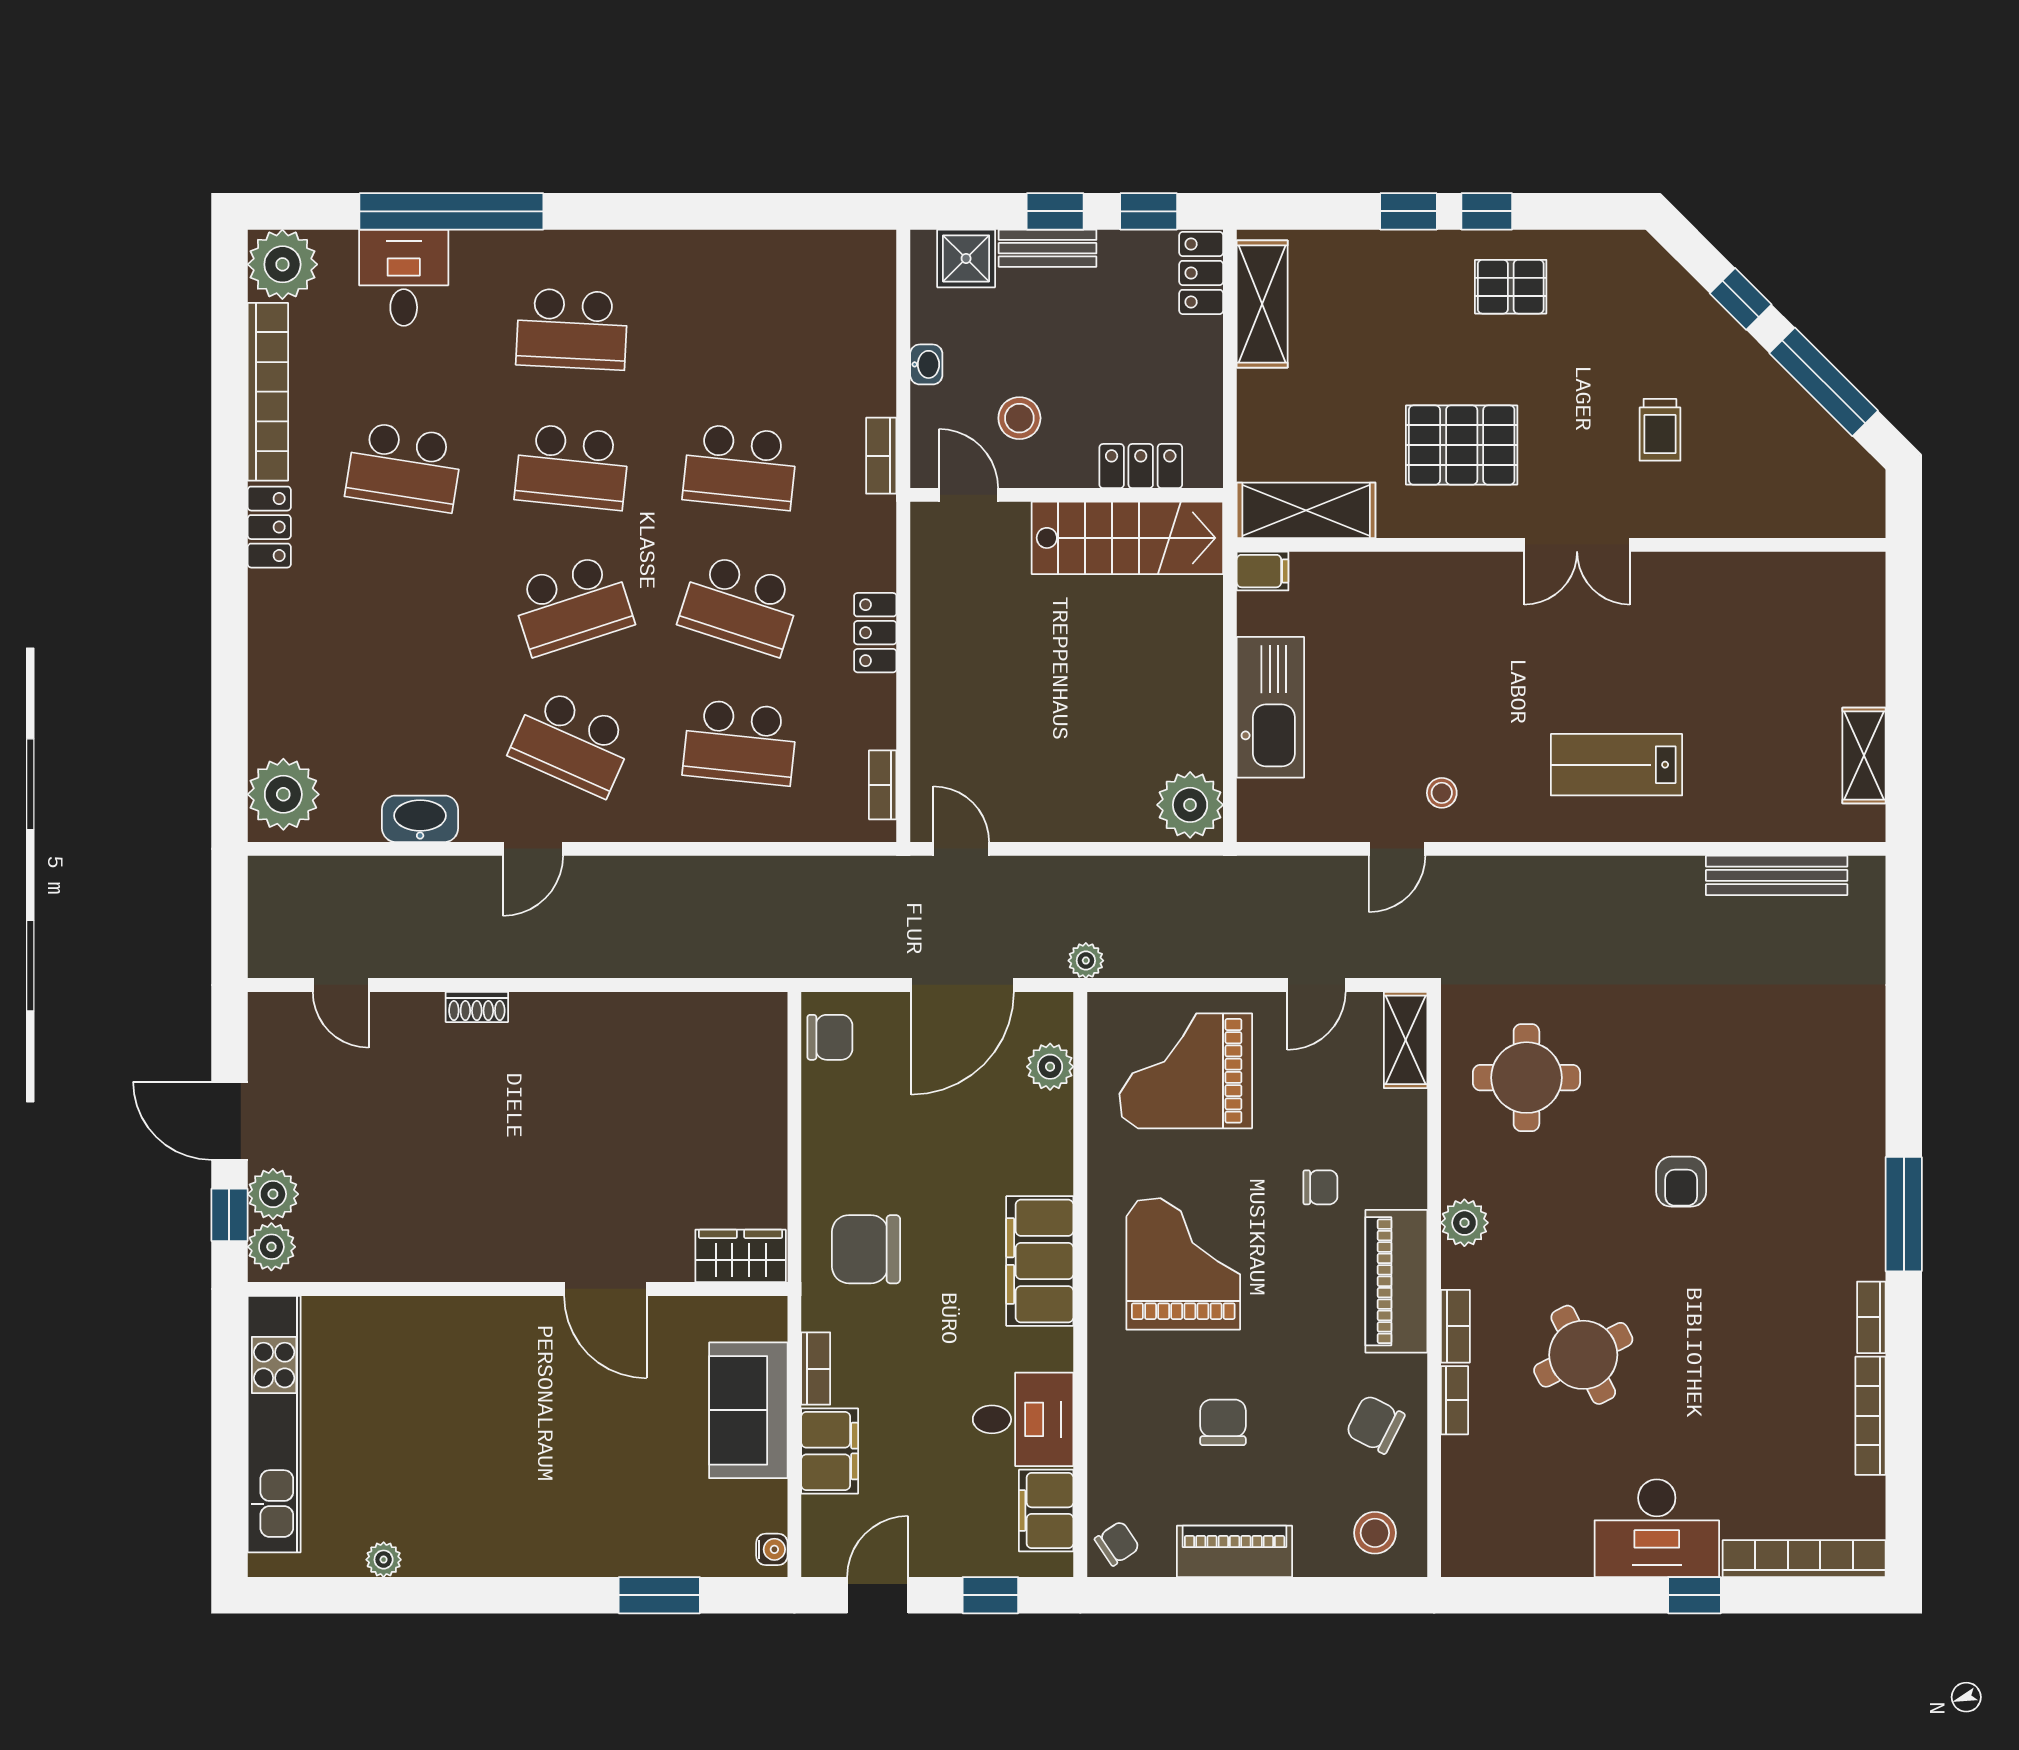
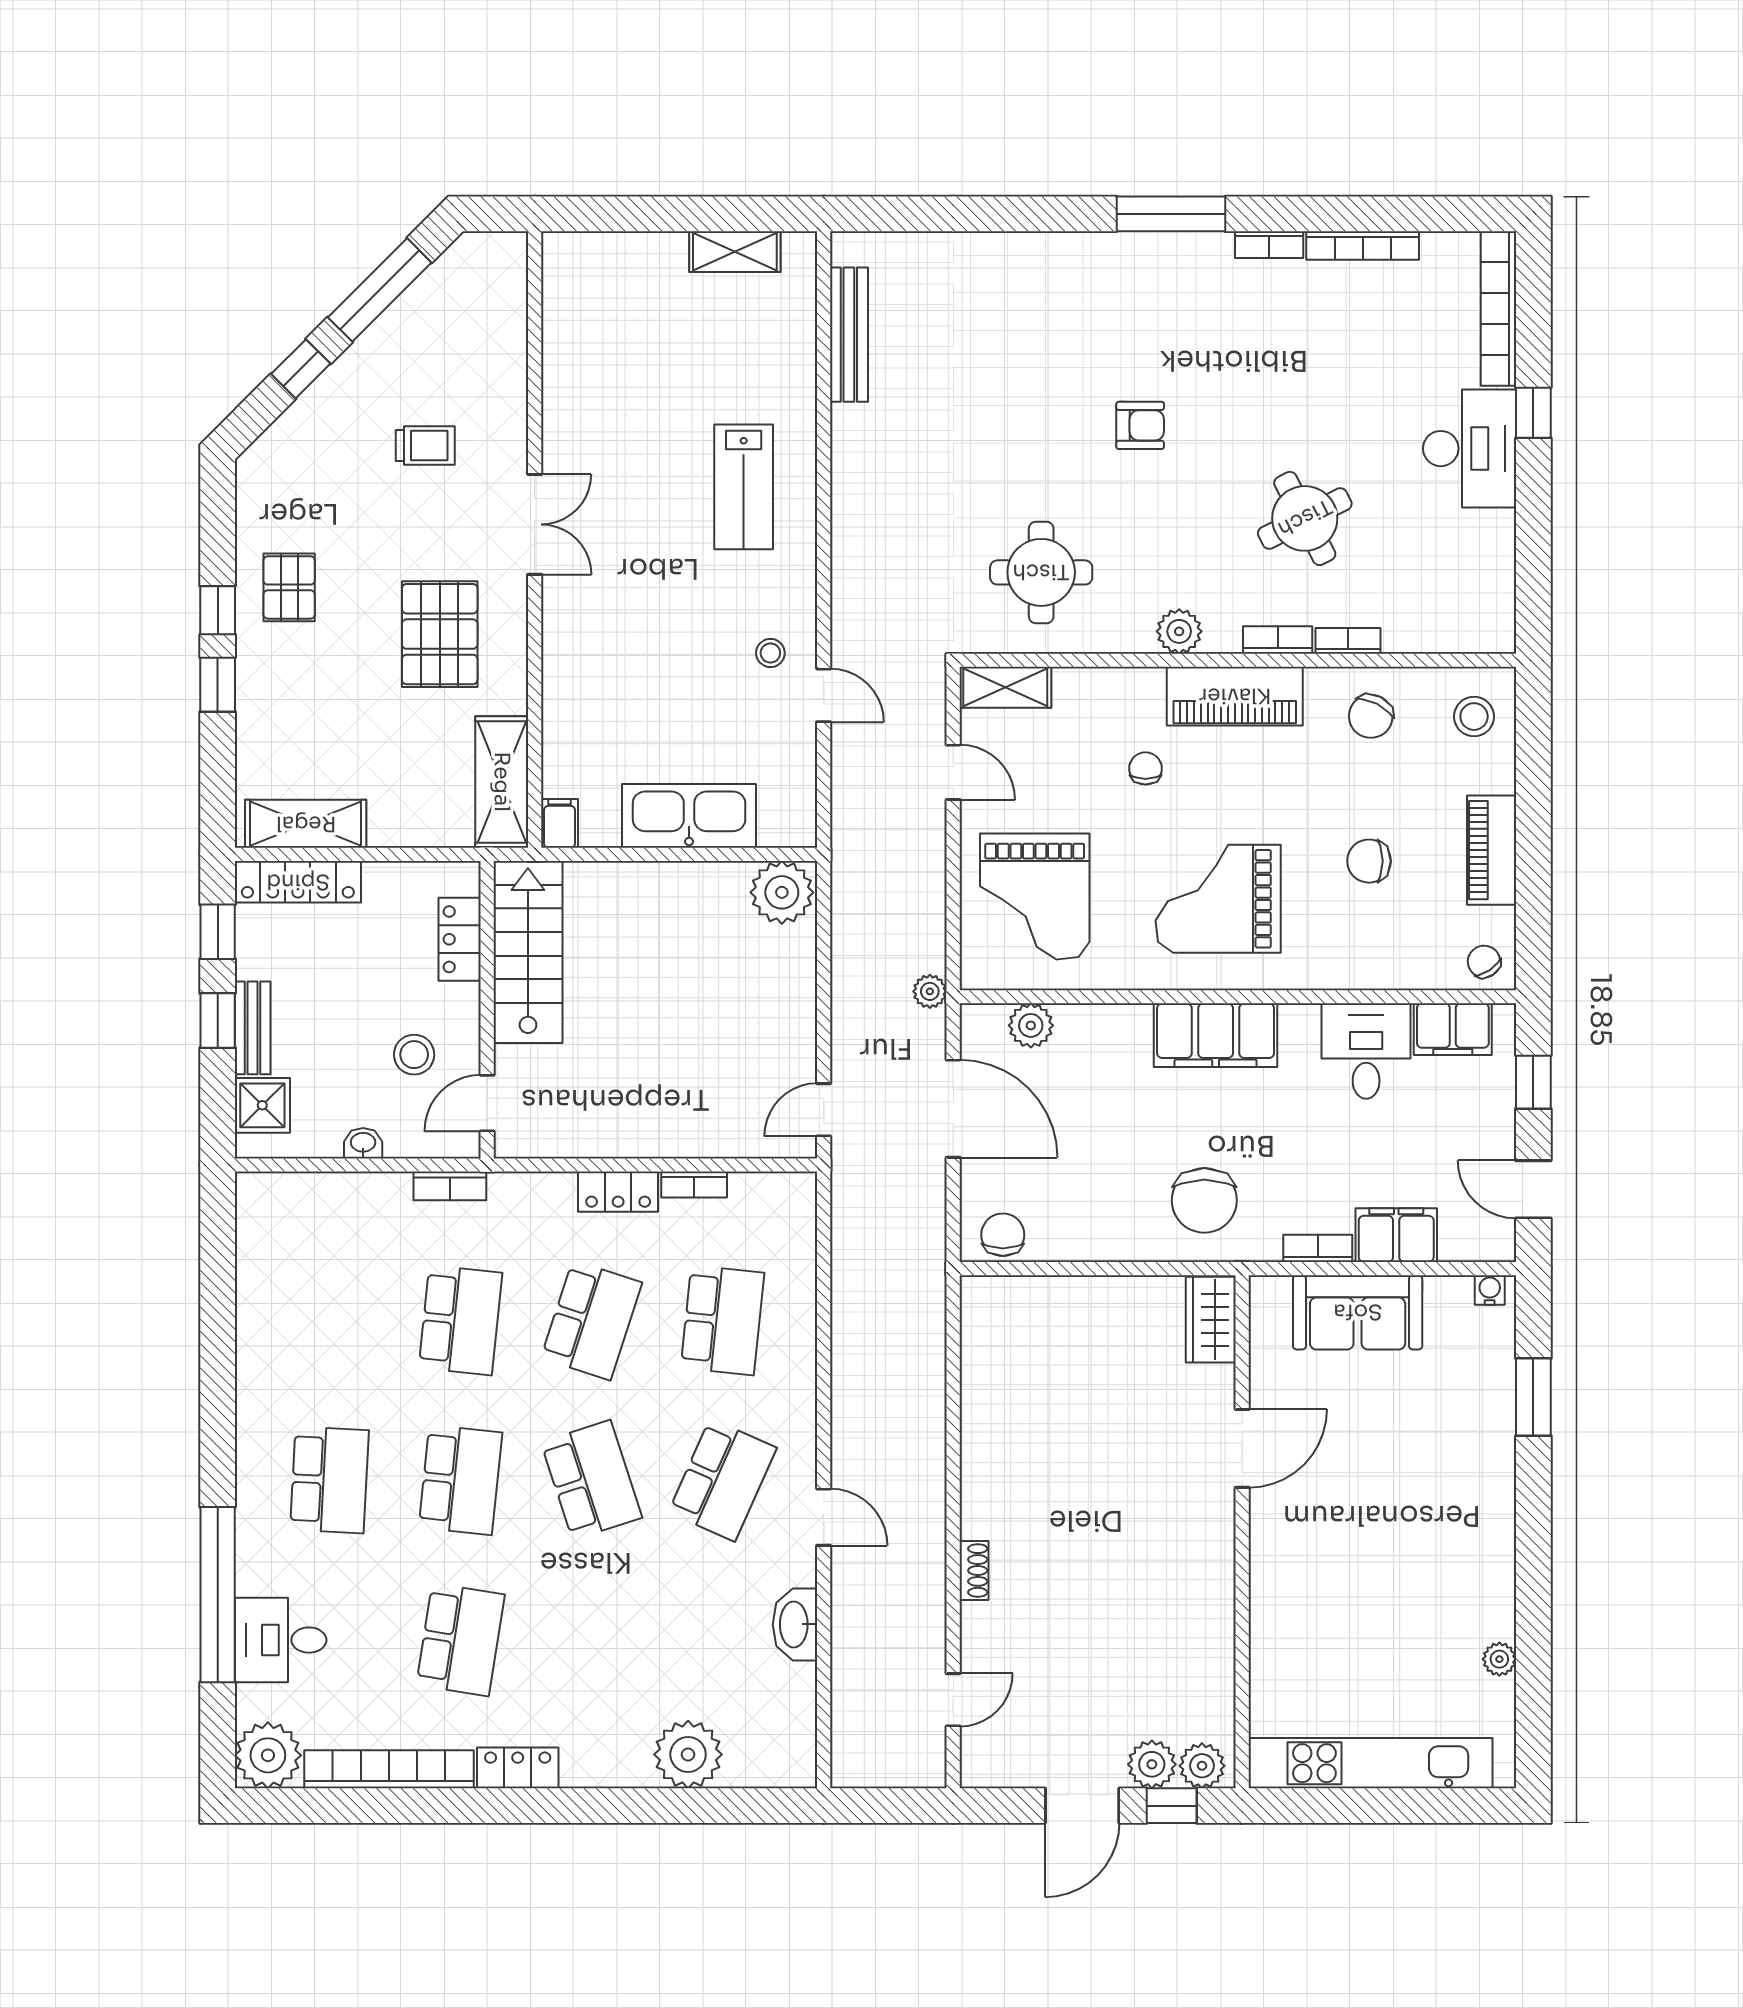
locker: (1201, 273) -> (298, 882), width x1.53
bookcase: (883, 785) -> (694, 1185), moved
plant: (283, 794) -> (688, 1754), moved

